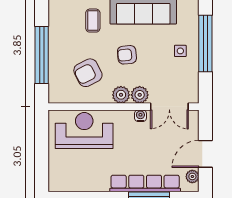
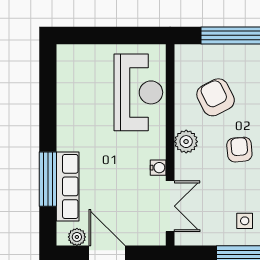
plant: (140, 95) -> (186, 167), removed
double door: (169, 107) -> (170, 206), swing flipped
row of seats: (145, 183) -> (68, 186), width x0.73

